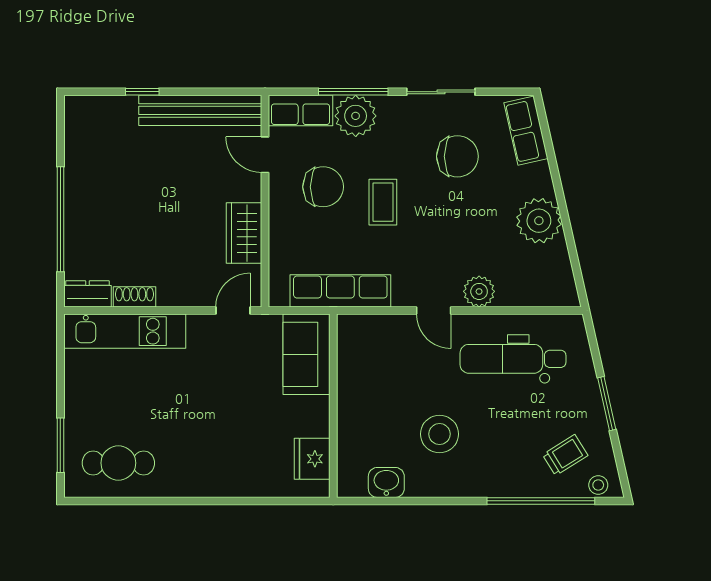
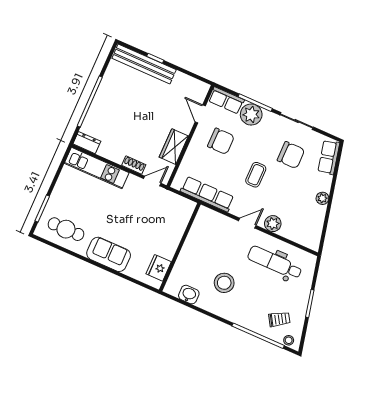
bench: (200, 110) -> (144, 64), moved
coffee table: (383, 202) -> (256, 175), moved
plant: (539, 221) -> (322, 198), width x0.53, depth x0.53
shoe rack: (134, 297) -> (134, 165), moved
door: (434, 311) -> (247, 223), swing flipped
sofa: (306, 354) -> (109, 254), moved, turned 90

